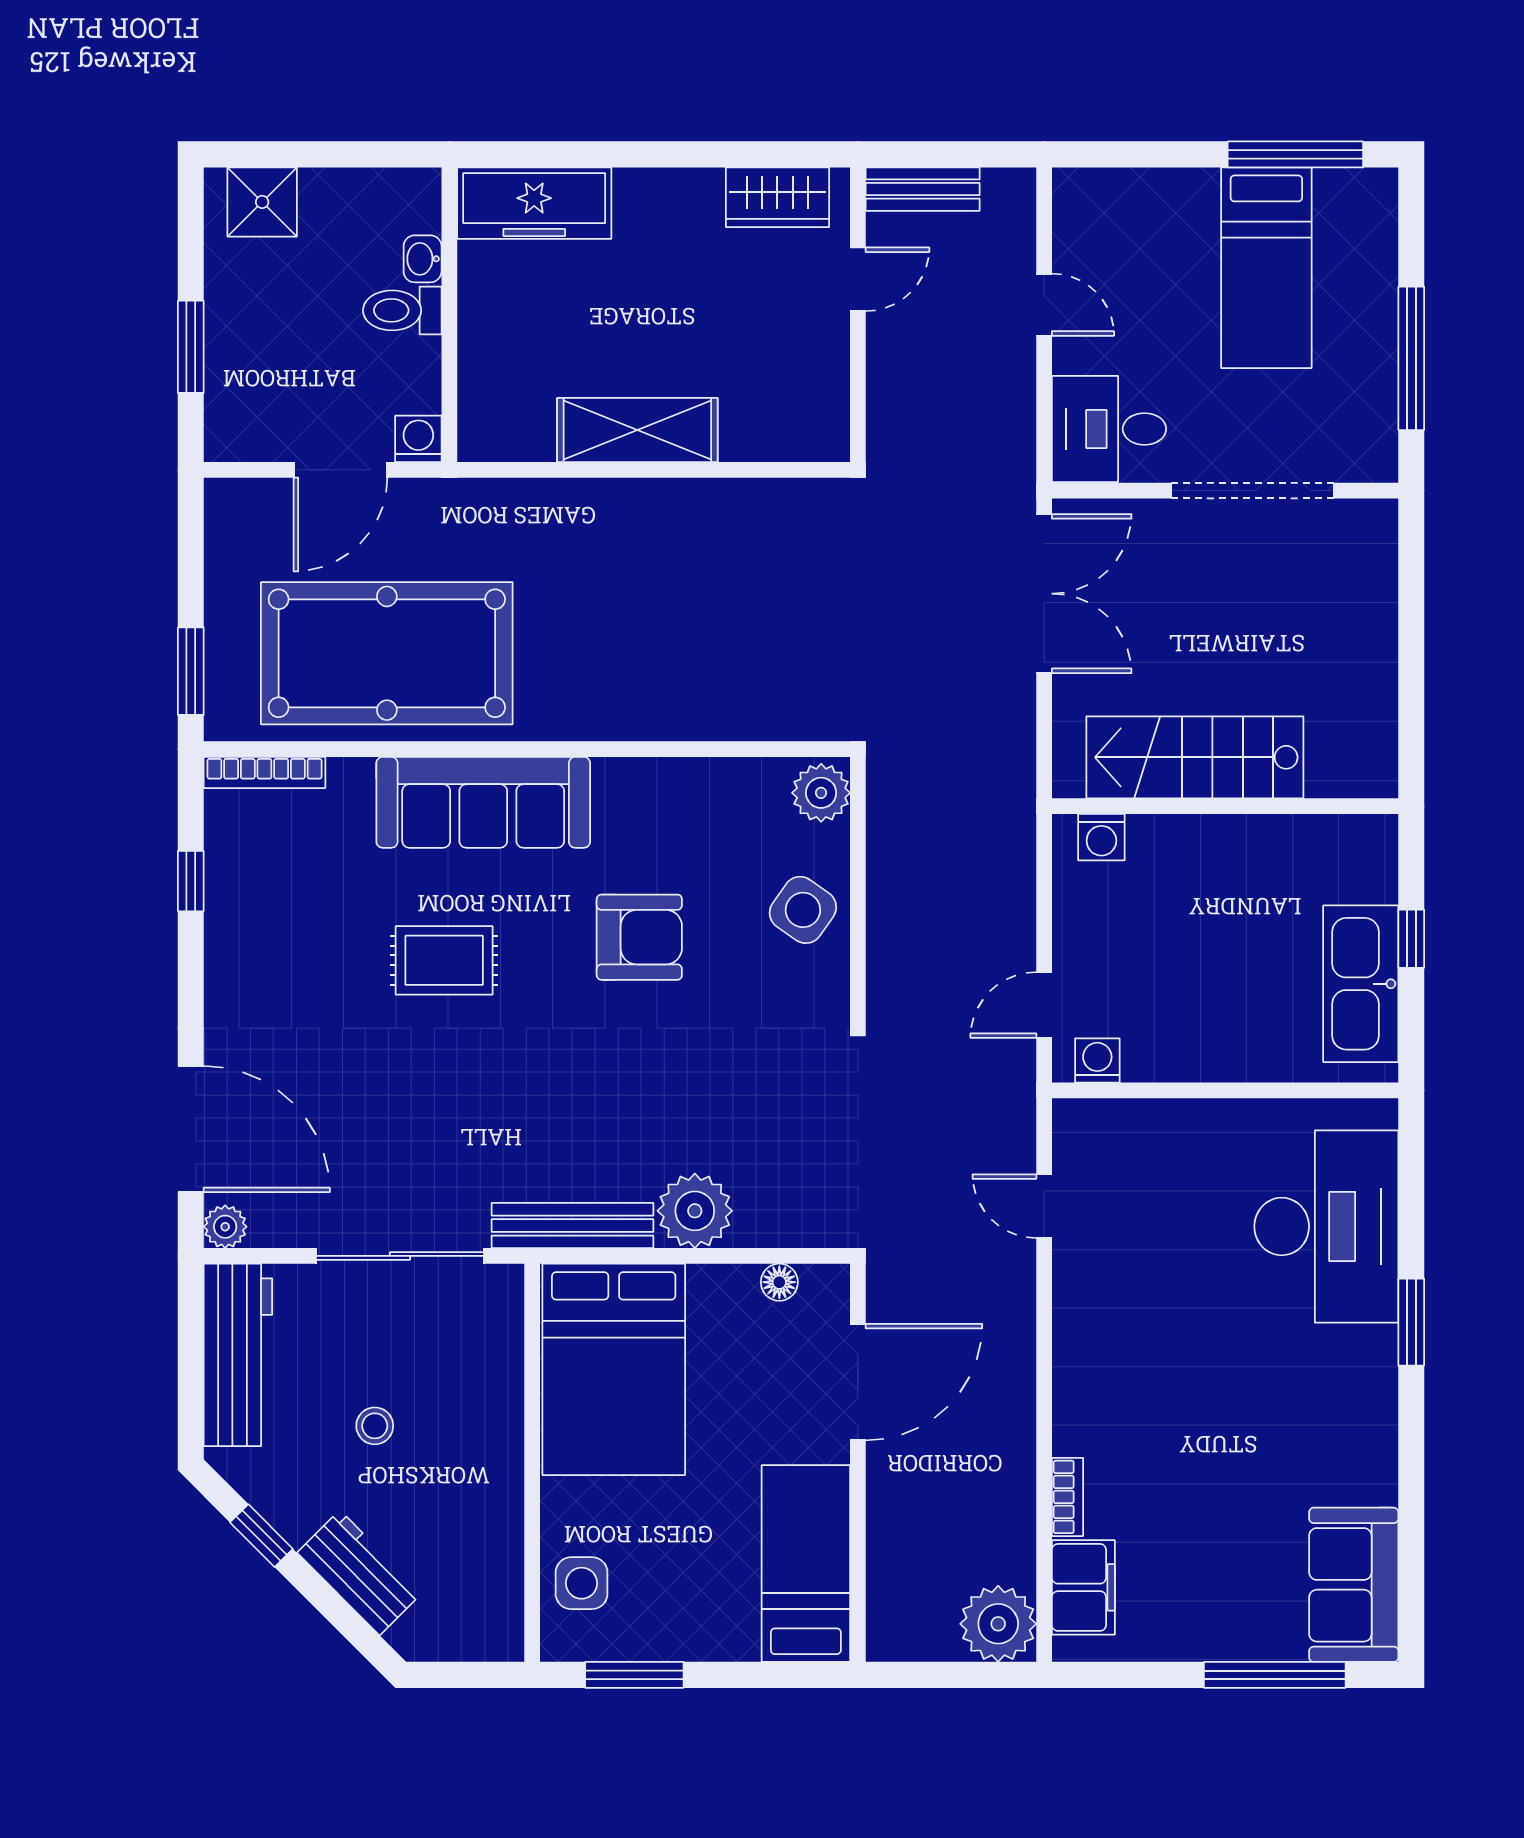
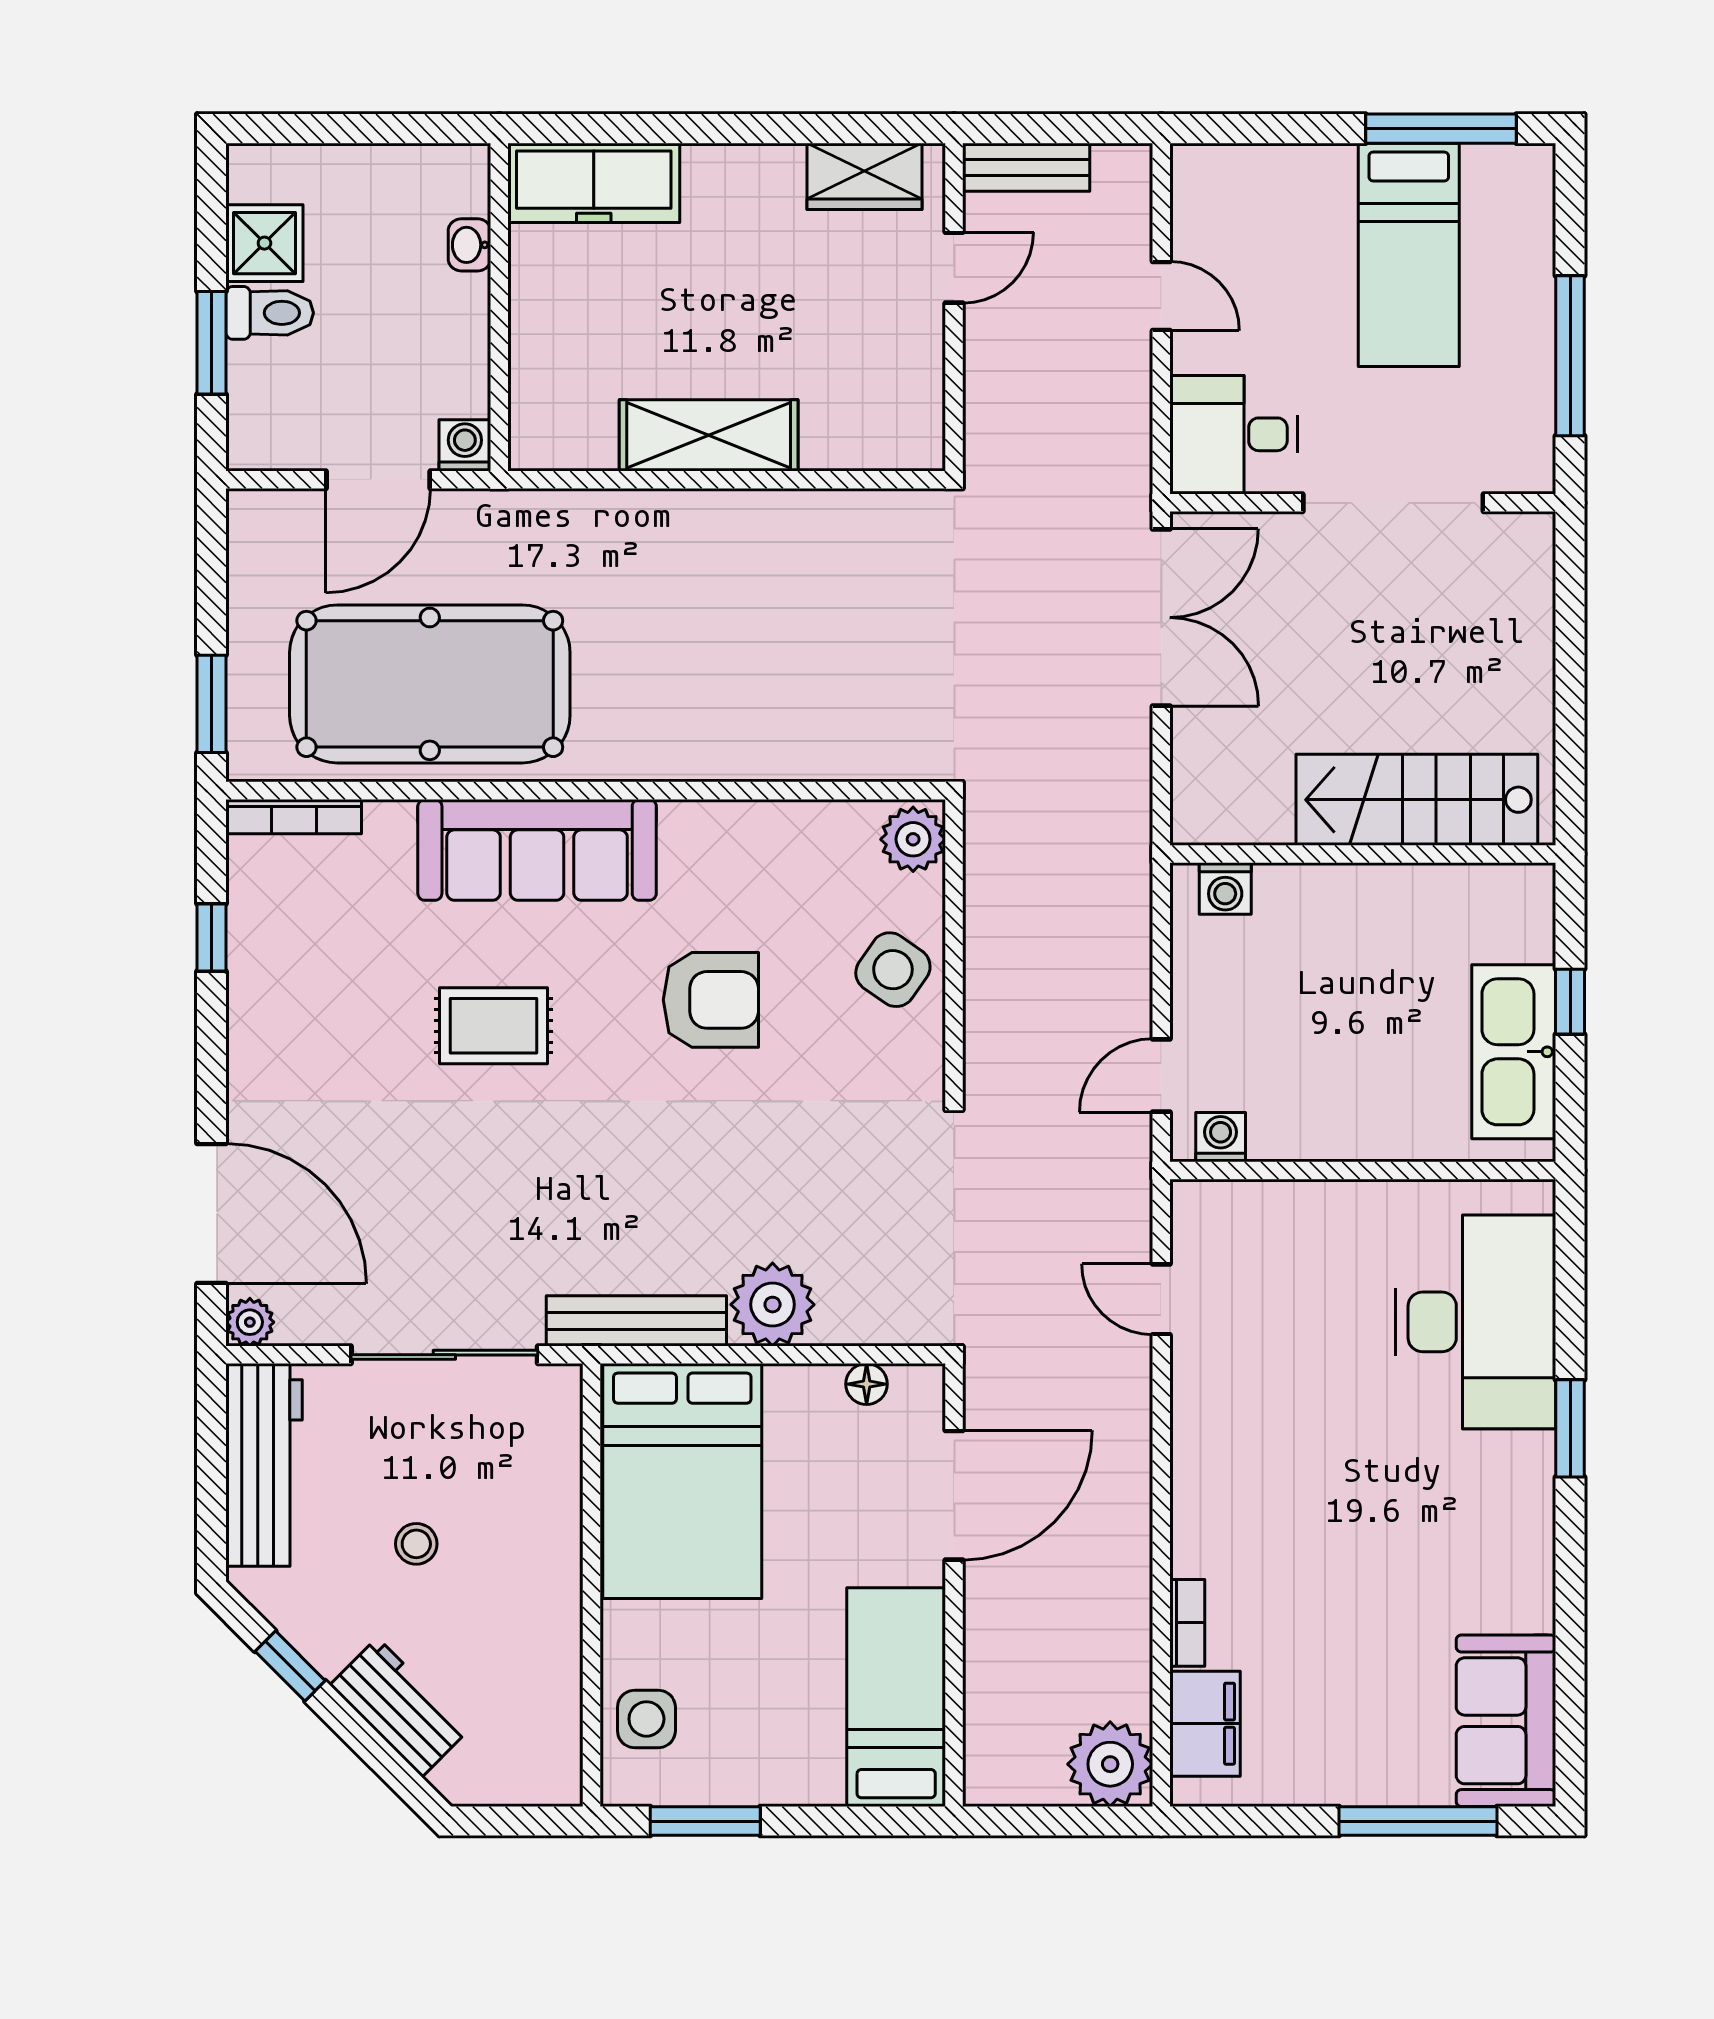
shower: (262, 202) -> (264, 243), moved
toilet: (402, 310) -> (270, 313), moved, turned 180
stairs: (1195, 757) -> (1417, 800), moved

